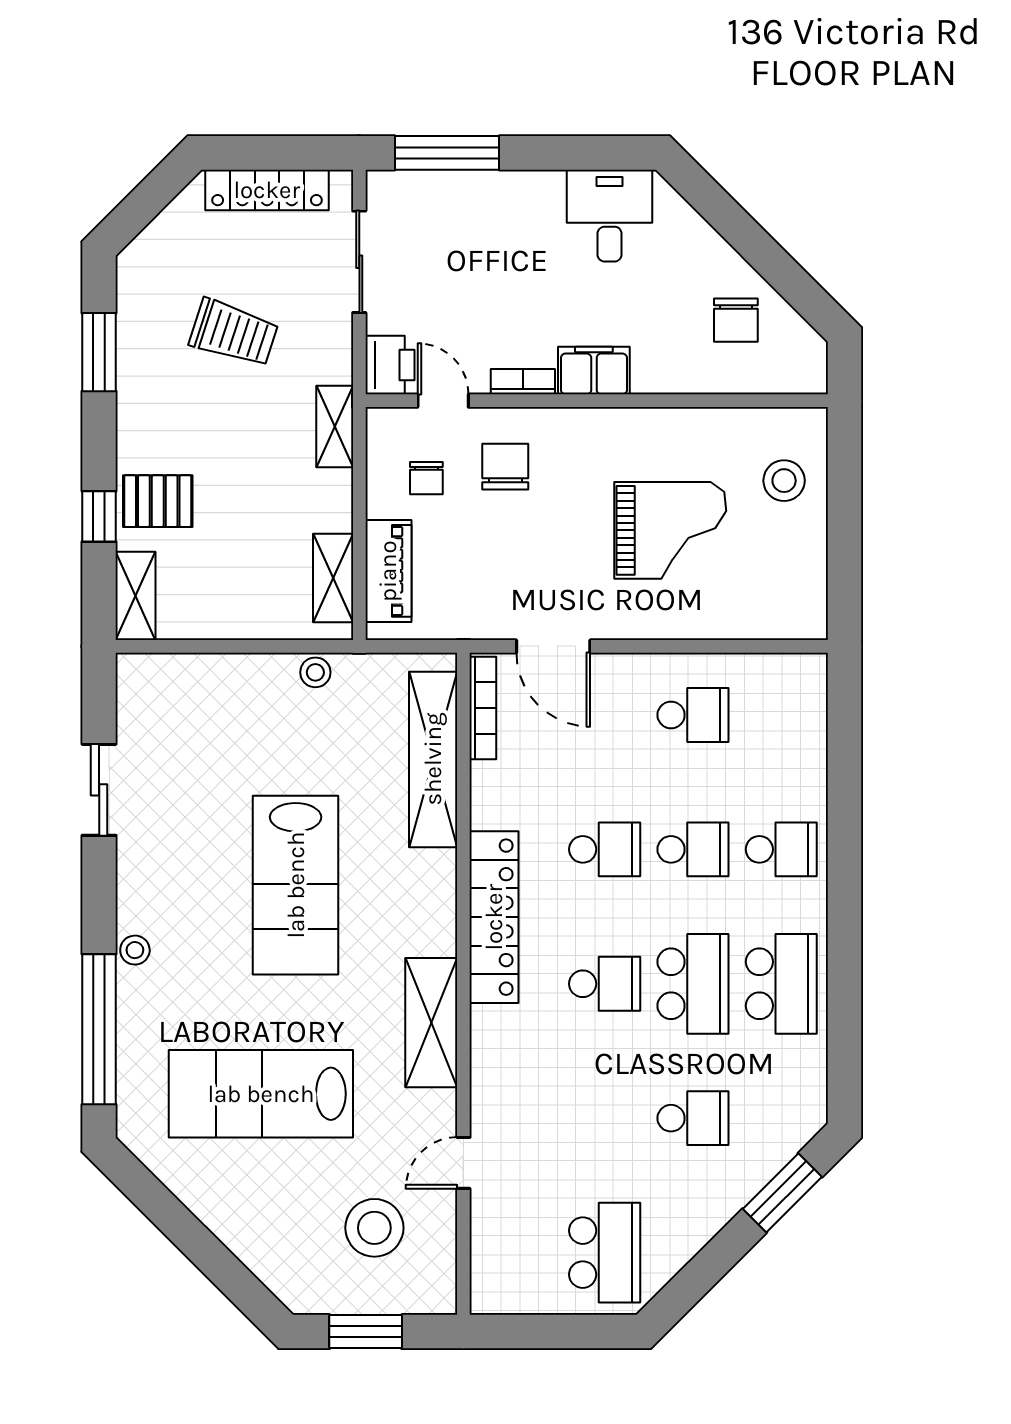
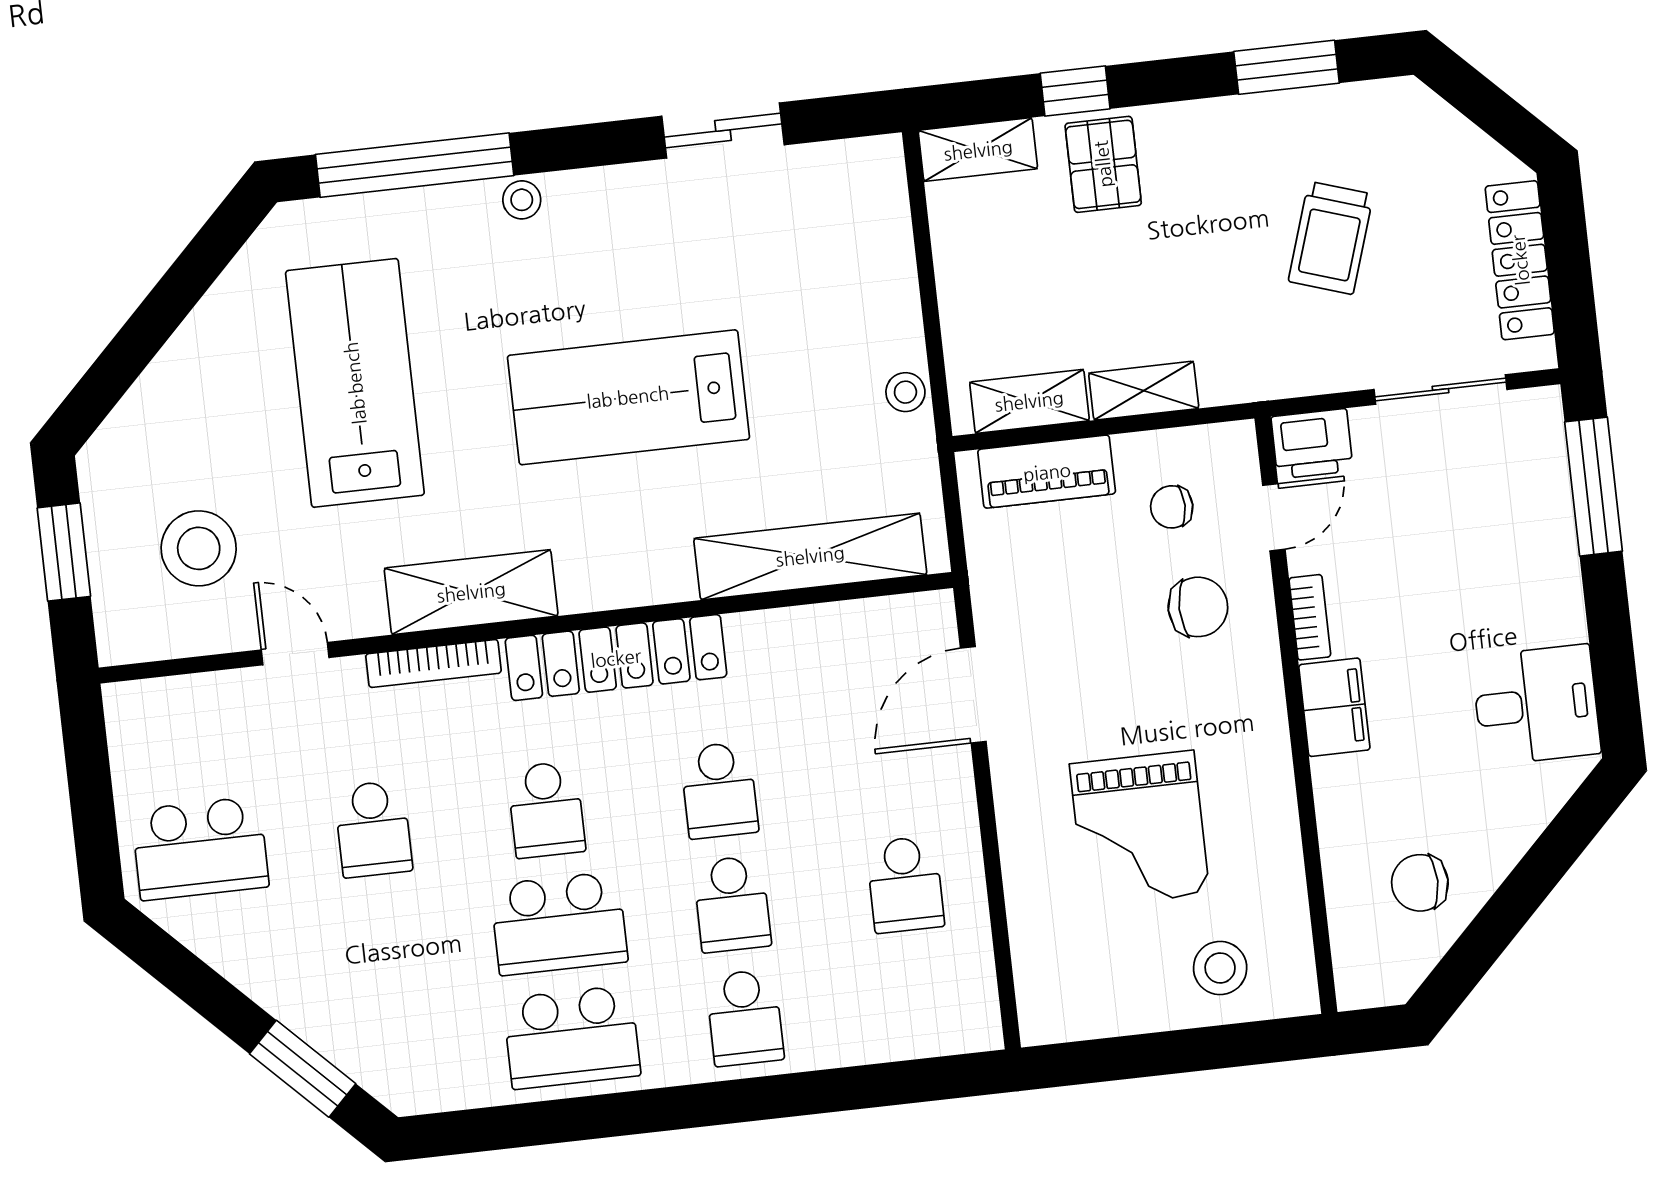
shelving: (335, 426) -> (1144, 391), moved
bookcase: (483, 708) -> (433, 663), moved
school desk: (693, 1118) -> (373, 829), moved

